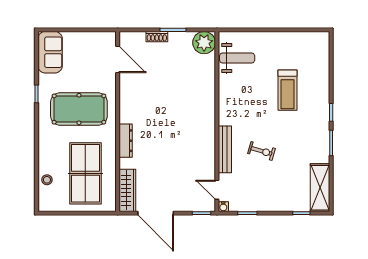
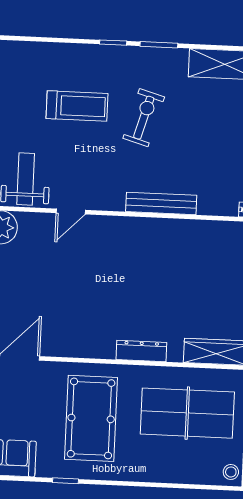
exercise bike: (261, 151) -> (144, 118), moved, width x1.38, depth x1.39
stool: (47, 180) -> (231, 472), moved
door: (217, 190) -> (71, 211), moved

